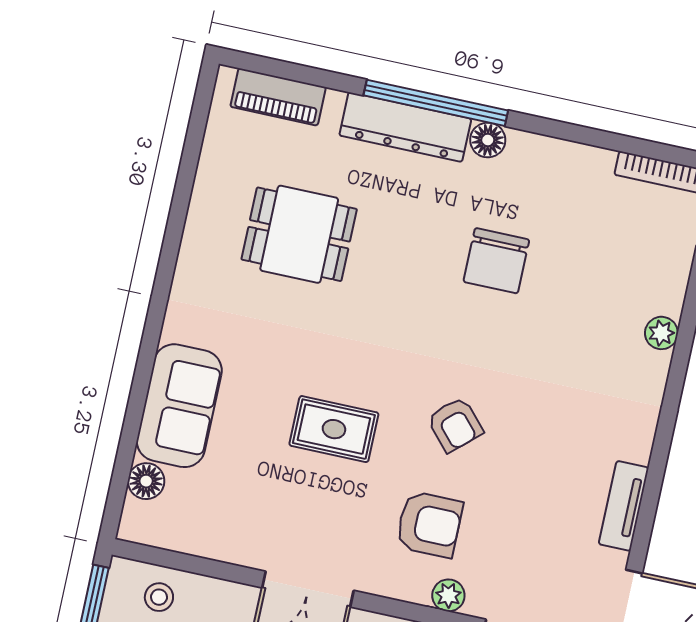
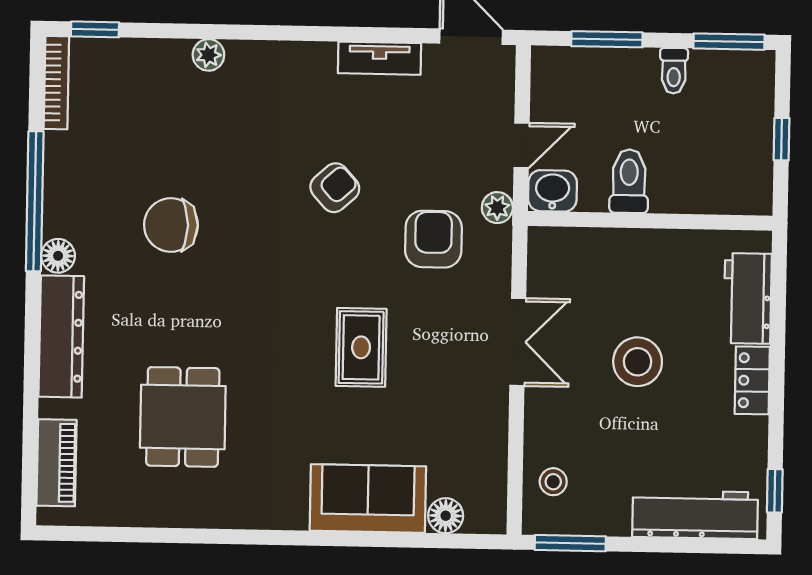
window: (436, 103) -> (35, 201), moved
chair: (496, 261) -> (171, 225), turned 180
armchair: (455, 425) -> (335, 188), moved

